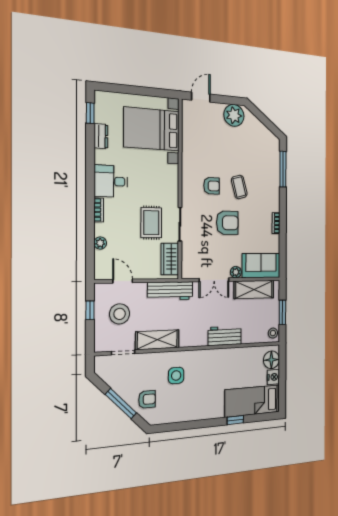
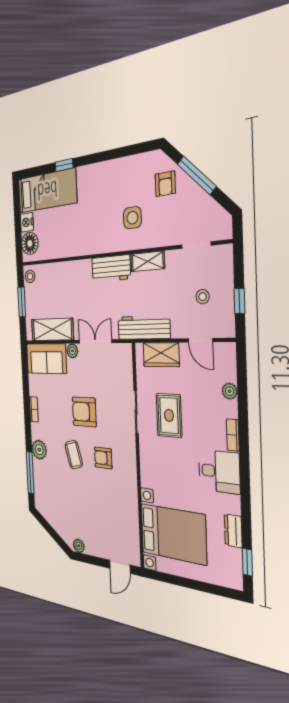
plant: (234, 115) -> (79, 546), width x0.53, depth x0.53
plant: (273, 189) -> (39, 450), added
wardrobe: (170, 259) -> (161, 355), moved, turned 90
stool: (120, 314) -> (203, 297), width x0.53, depth x0.53
workbench: (225, 336) -> (111, 268), moved
shelving: (157, 340) -> (148, 261), width x0.67, depth x0.75
armchair: (147, 399) -> (165, 184), turned -90

